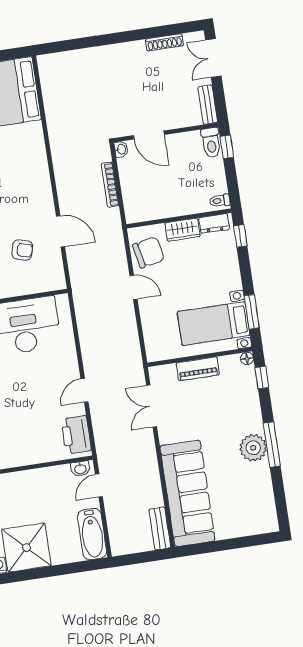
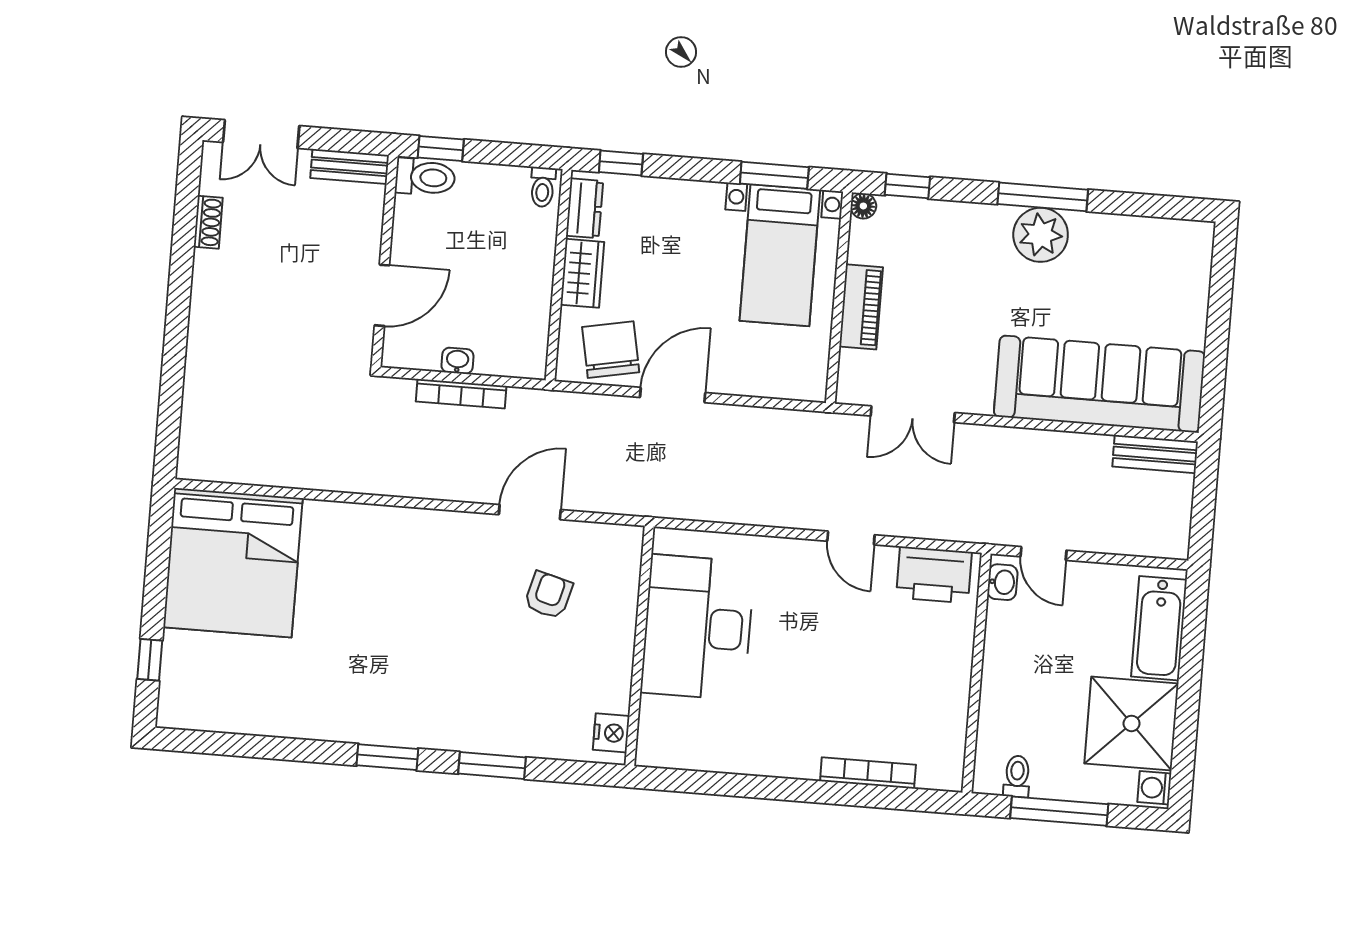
shoe rack: (165, 42) -> (208, 222), width x0.70
washbasin: (121, 149) -> (457, 361), moved
door: (134, 287) -> (673, 395), width x1.38
bathtub: (92, 534) -> (1159, 628), moved, turned 90

